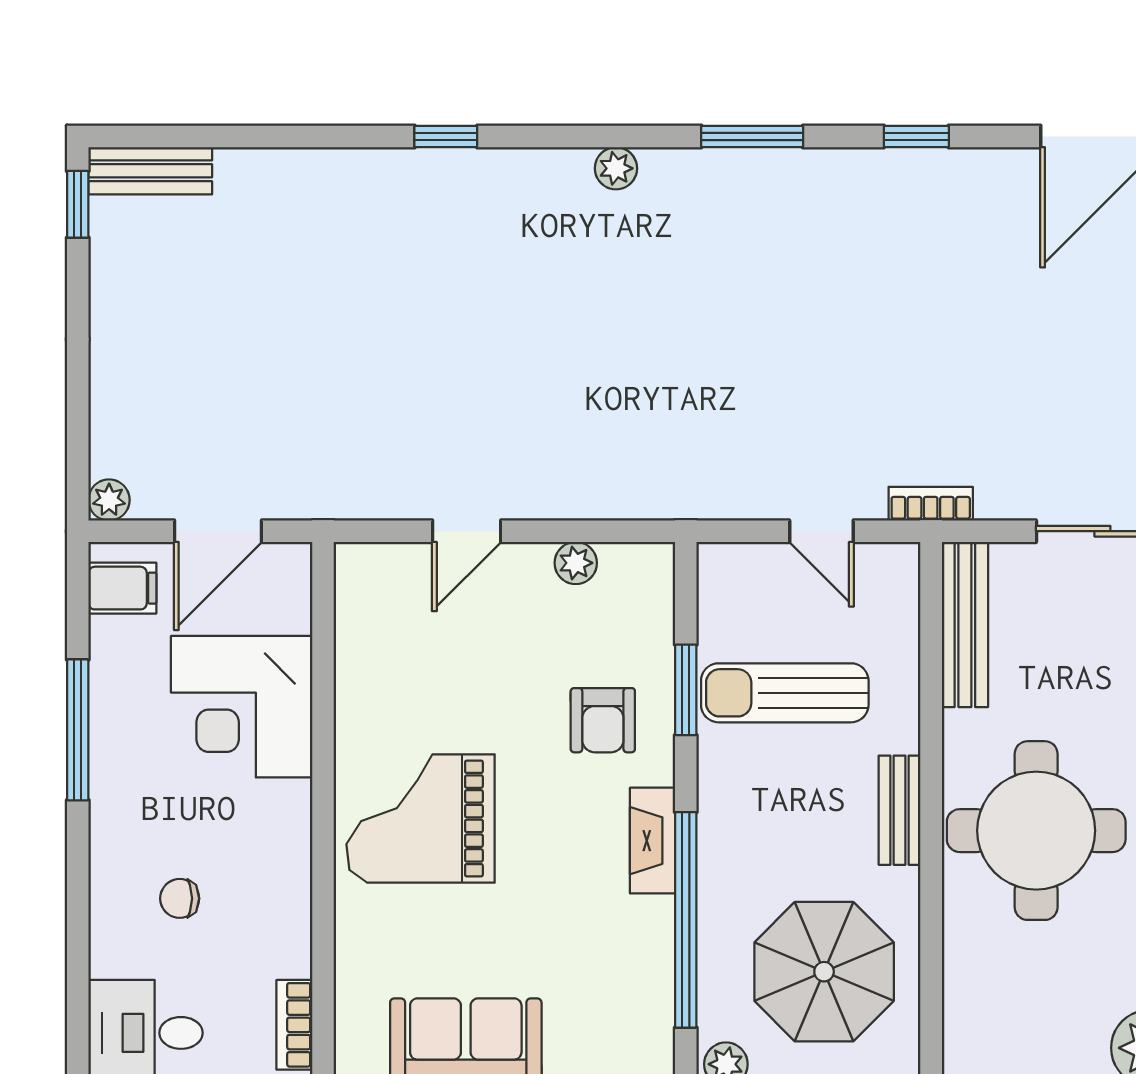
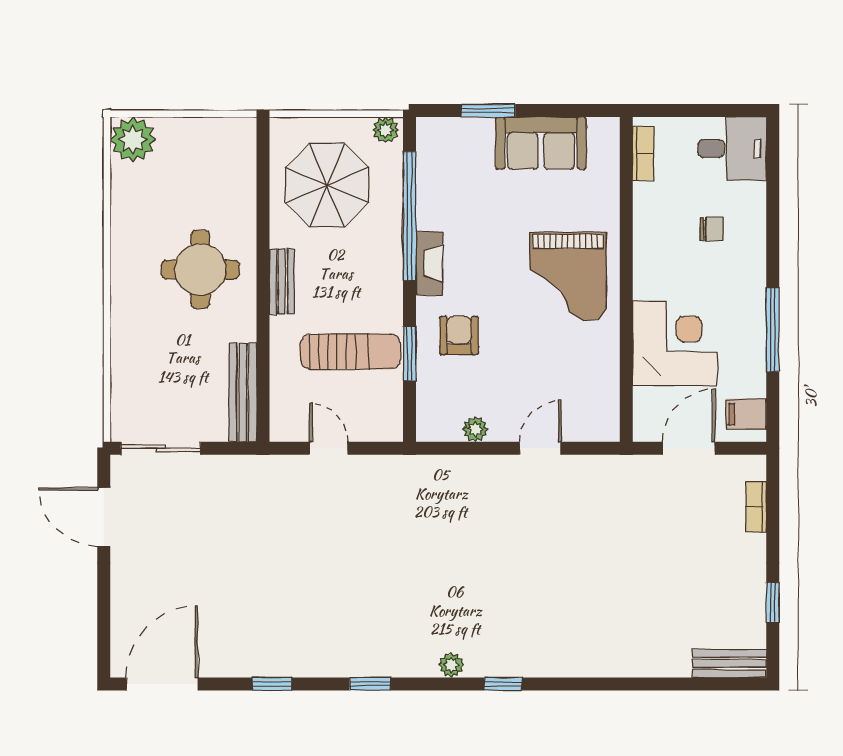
window: (446, 137) -> (503, 684), moved
window: (752, 137) -> (370, 684), width x0.67
window: (78, 204) -> (773, 603), moved
plant: (109, 500) -> (754, 467), removed
bookcase: (931, 504) -> (756, 507), moved, turned 90
grand piano: (421, 818) -> (568, 277), turned 90
round table: (1036, 831) -> (200, 269), width x0.73, depth x0.73

